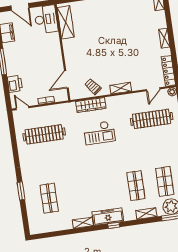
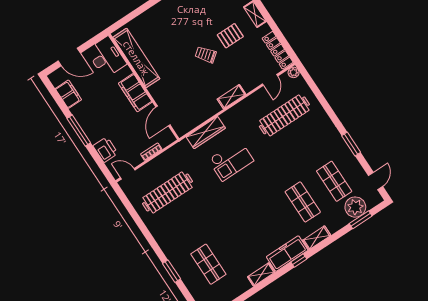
shelving: (66, 22) -> (136, 58), width x1.47
pallet: (140, 45) -> (230, 36), added
filing cabinet: (55, 54) -> (135, 93), added
trolley: (93, 87) -> (206, 55), moved
shelving: (146, 214) -> (317, 238), moved

